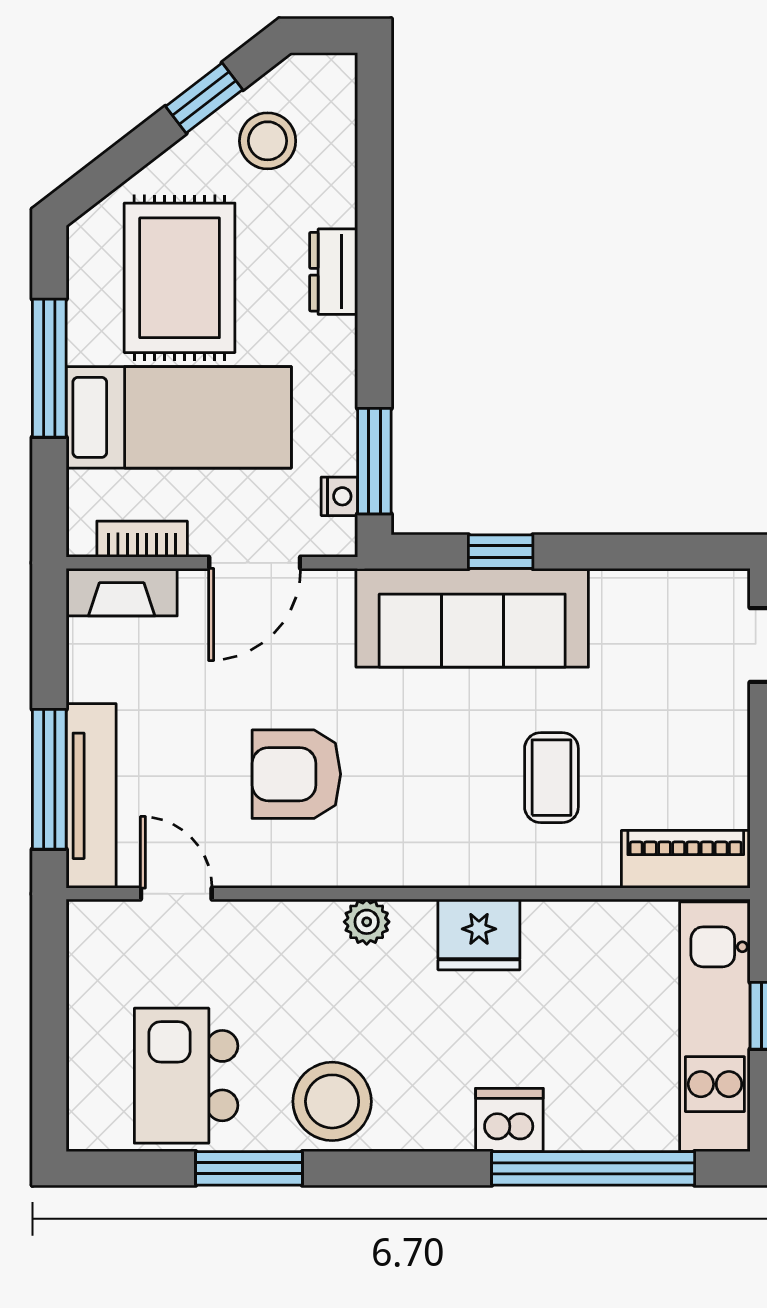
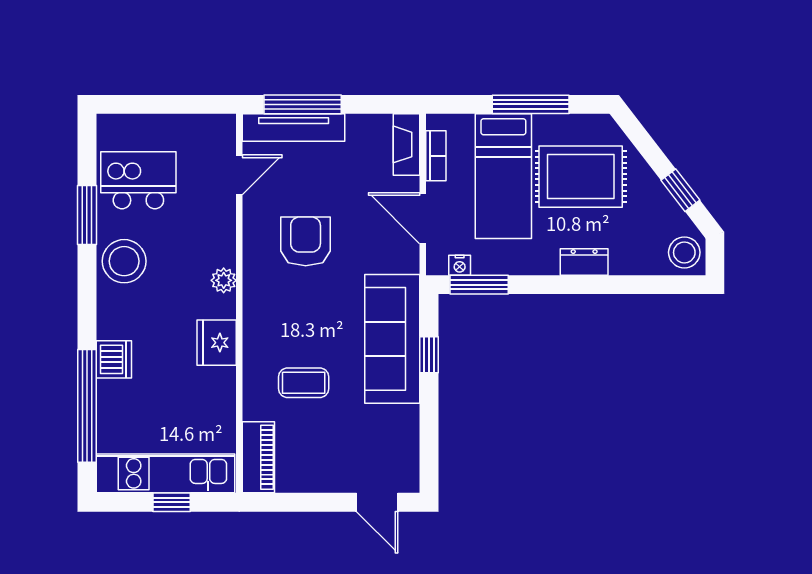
stool: (268, 141) -> (684, 252), moved

